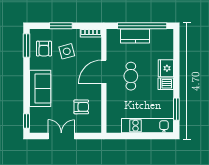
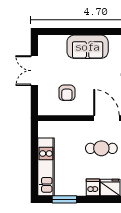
window: (26, 121) -> (51, 31), removed
double door: (61, 136) -> (34, 71), swing flipped

